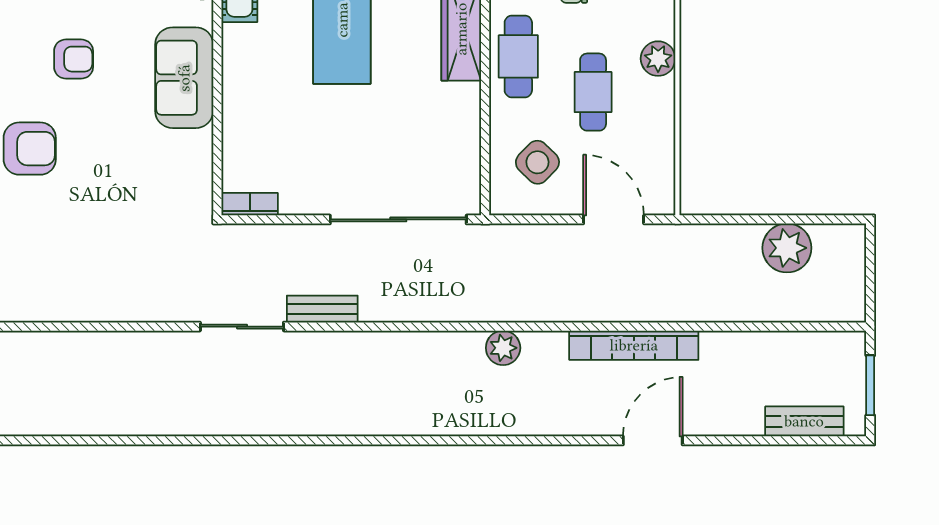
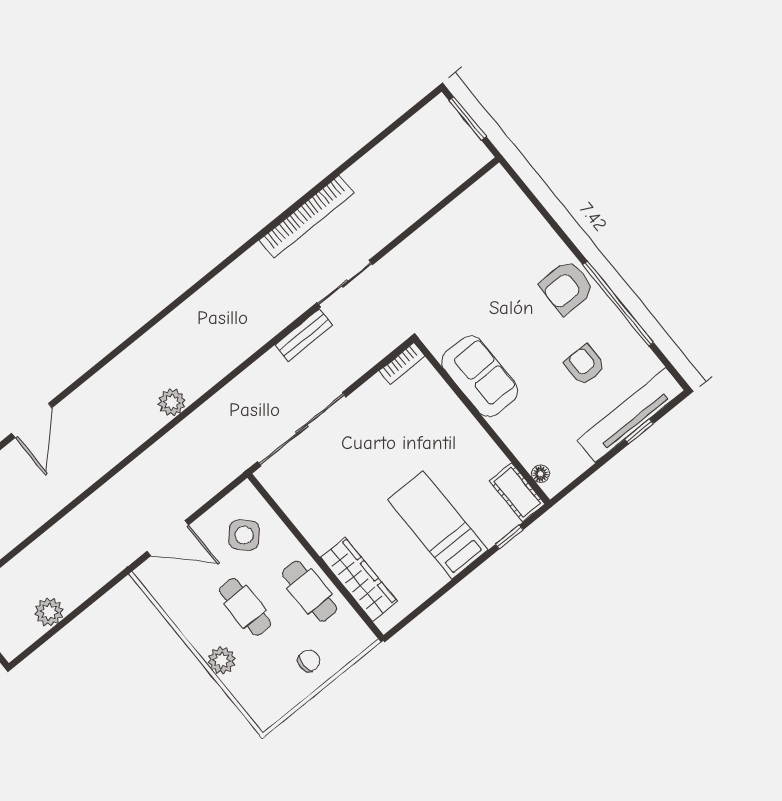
armchair: (74, 59) -> (585, 365), turned 90
sofa: (184, 78) -> (480, 376), moved
plant: (787, 248) -> (49, 612), width x0.73, depth x0.73
bookcase: (634, 345) -> (307, 216), moved, turned 180

